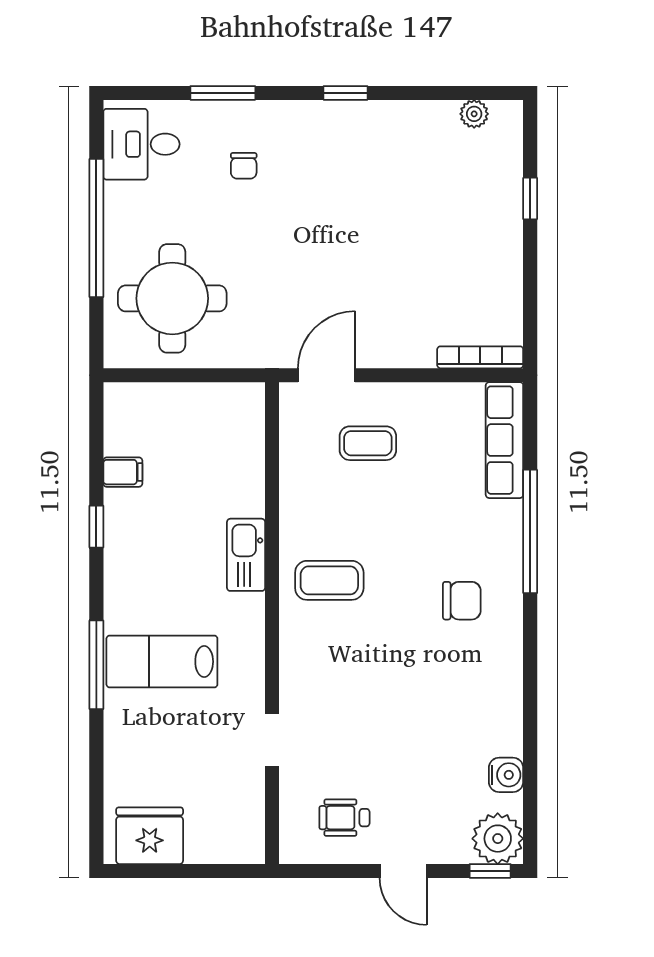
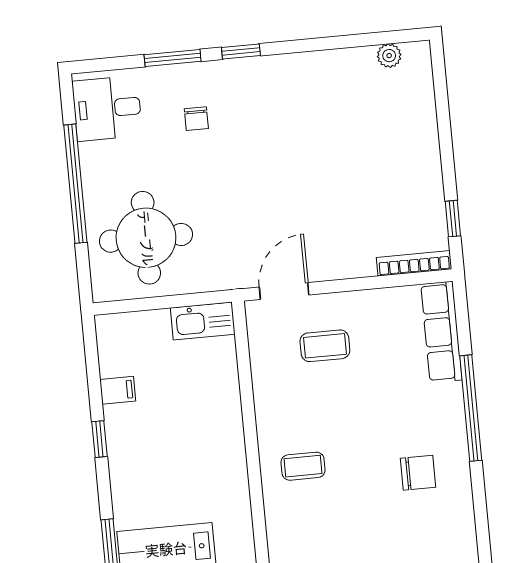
window: (346, 93) -> (241, 52), moved
window: (530, 199) -> (453, 219), moved
kitchen sink: (246, 555) -> (203, 321), moved, turned -90
coffee table: (329, 580) -> (303, 466), width x0.73, depth x0.77

